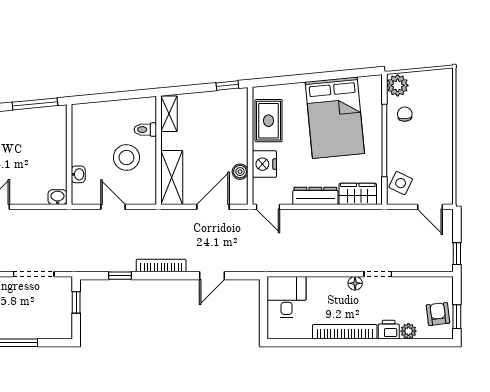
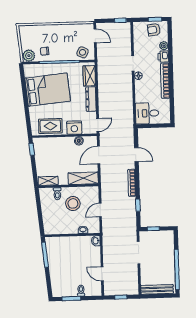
door: (213, 207) -> (99, 155), hinge flipped
door: (430, 207) -> (95, 36), hinge flipped

